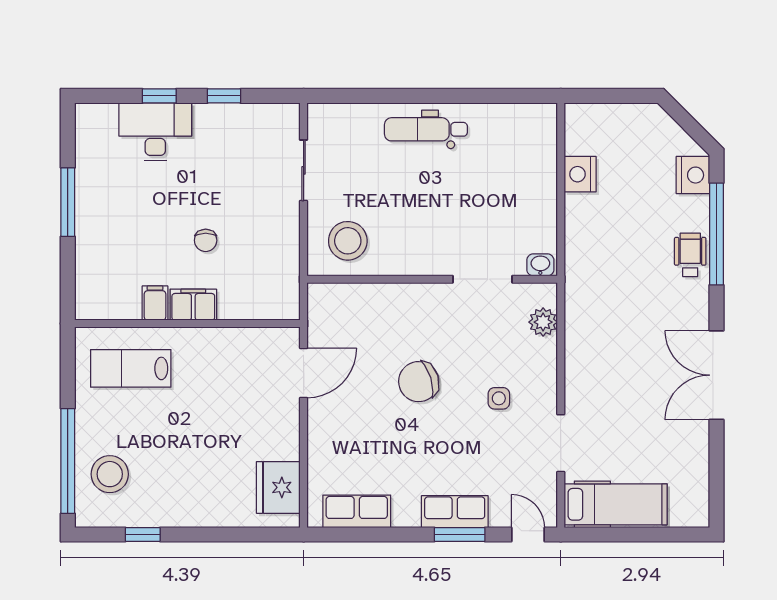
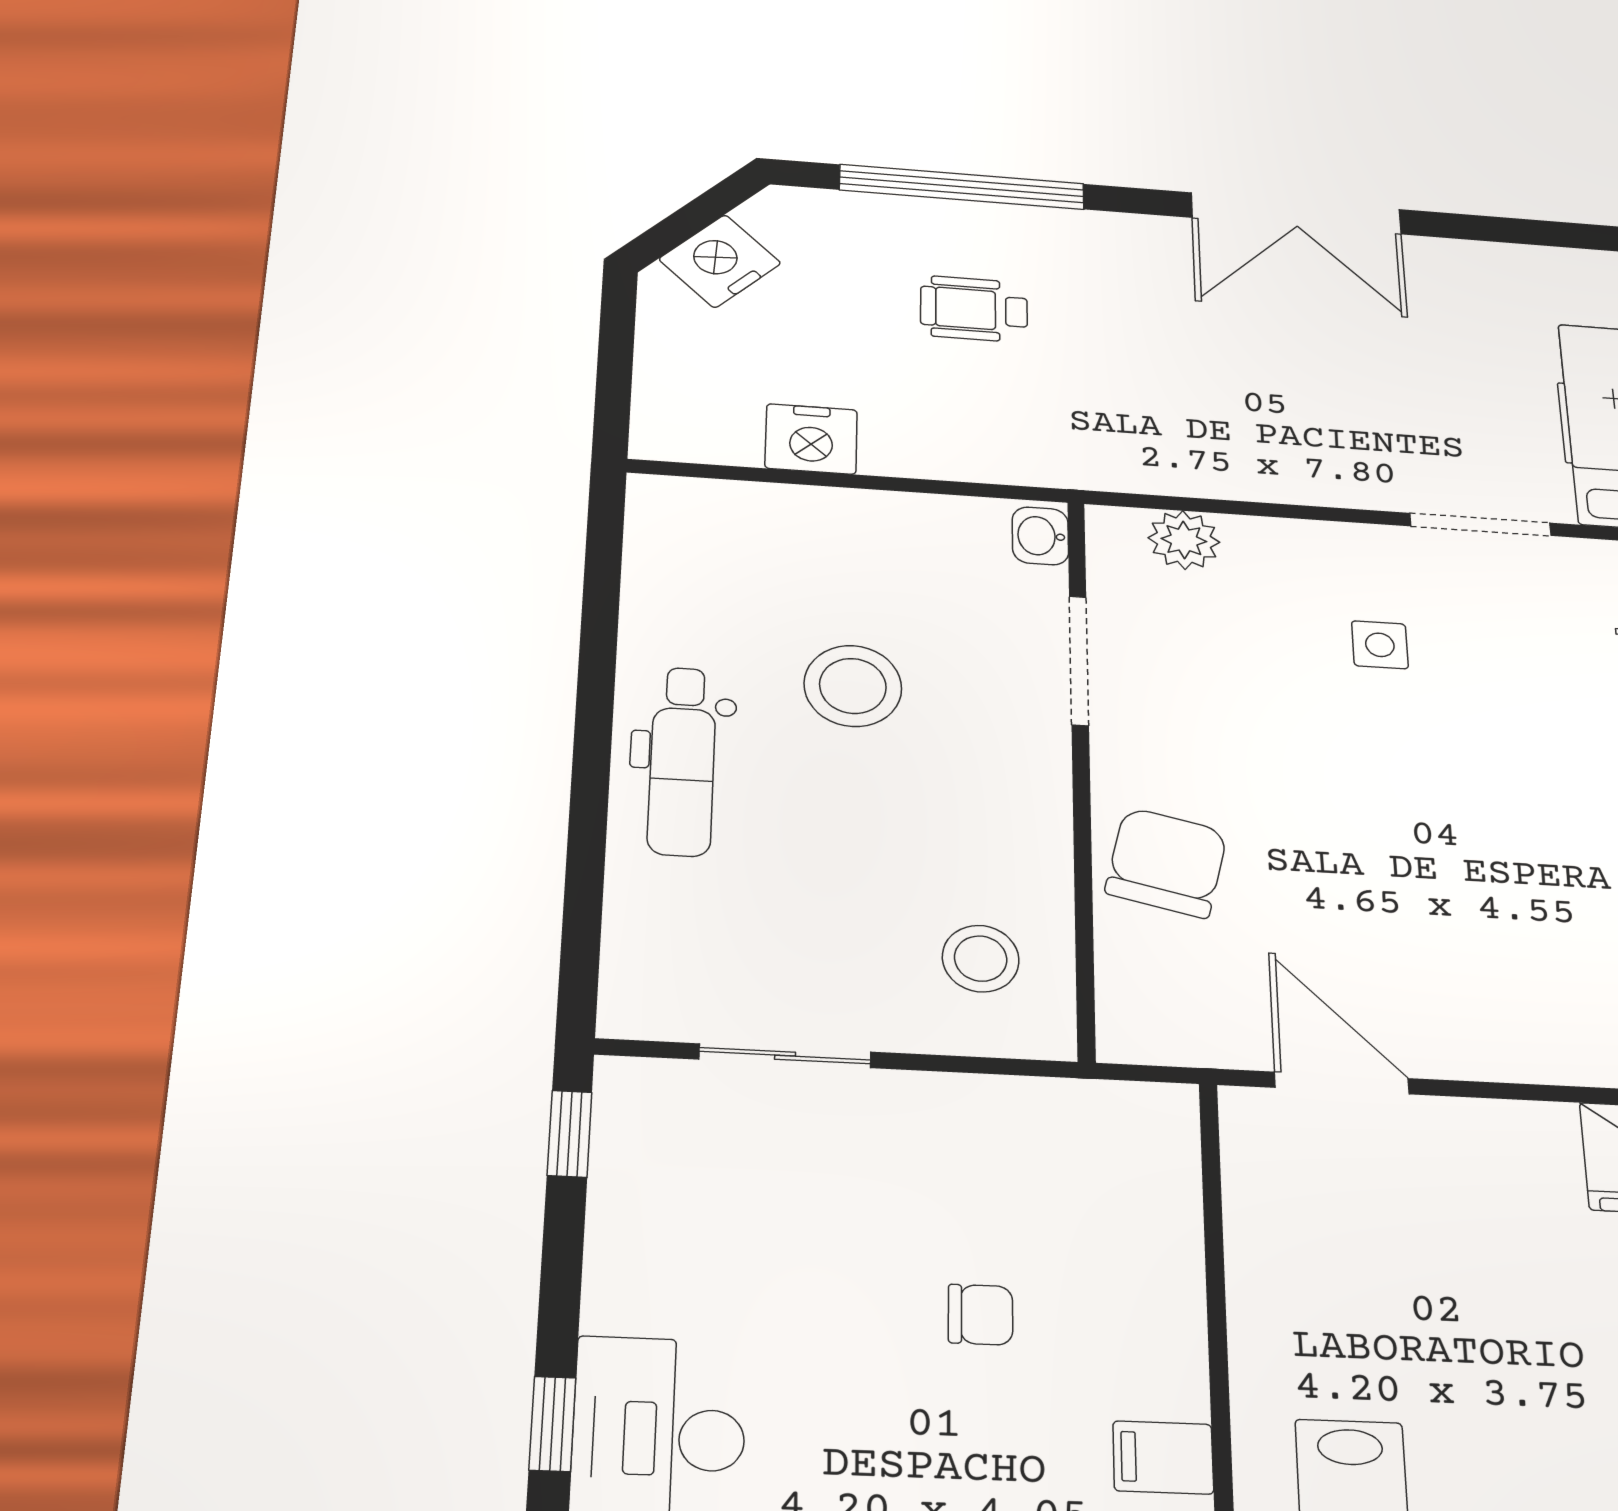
window: (224, 96) -> (570, 1134), moved
nightstand: (693, 175) -> (720, 261), moved, turned -45
stool: (464, 192) -> (853, 686), added
stool: (348, 241) -> (981, 959), width x0.73, depth x0.73
wheelchair: (690, 255) -> (974, 309), moved
filing cabinet: (193, 305) -> (1165, 1355), removed
chair: (419, 382) -> (1166, 862), moved, turned -150

